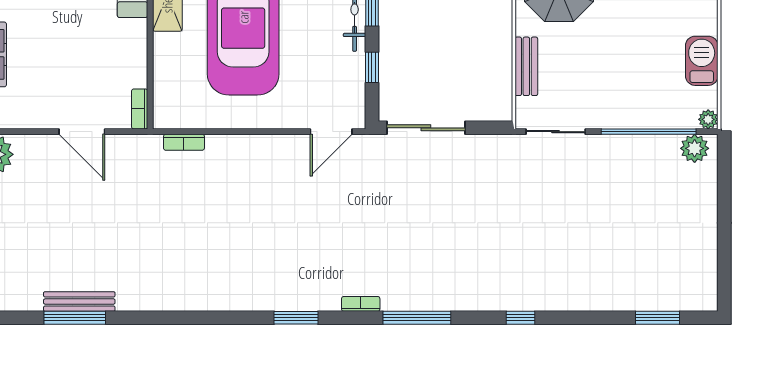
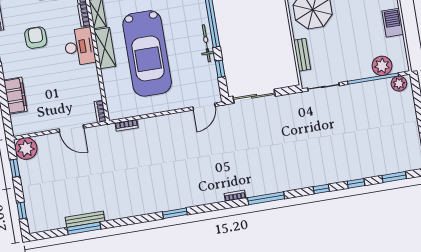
barbecue: (702, 61) -> (393, 23), moved
plant: (708, 119) -> (382, 66), moved, width x1.88, depth x1.88
window: (296, 318) -> (175, 213), moved
window: (586, 318) -> (356, 183), added

